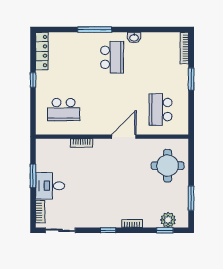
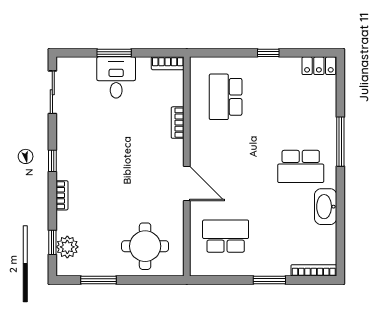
washbasin: (134, 38) -> (326, 207), width x1.91, depth x1.45
locker: (42, 51) -> (319, 66), width x0.66
window: (33, 176) -> (114, 53), moved
bookcase: (40, 212) -> (168, 63), moved

